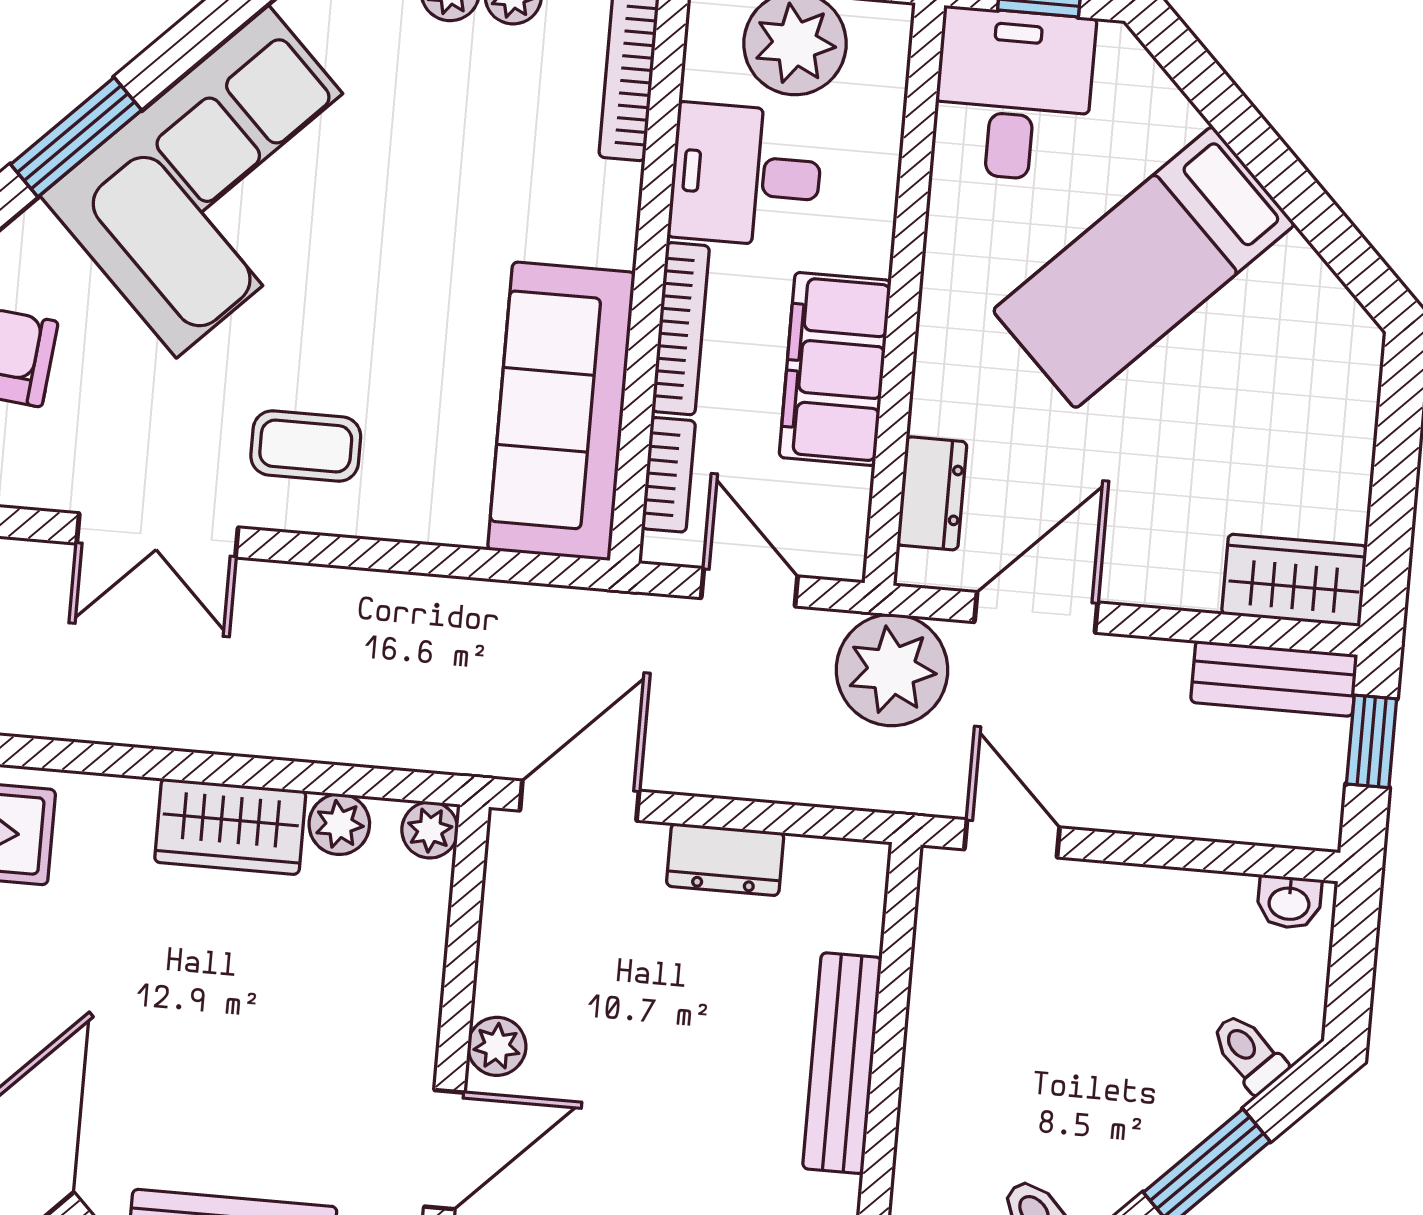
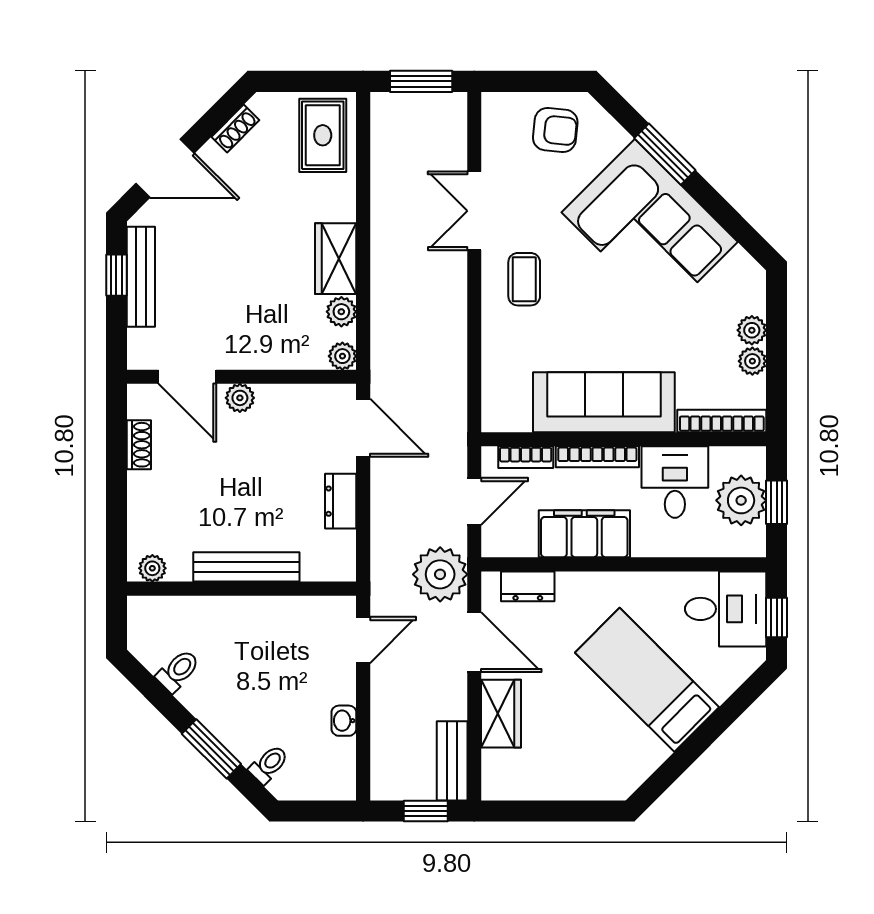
sofa: (561, 411) -> (604, 402), moved
wardrobe: (1294, 580) -> (501, 714), moved
washbasin: (1289, 902) -> (344, 721), moved

